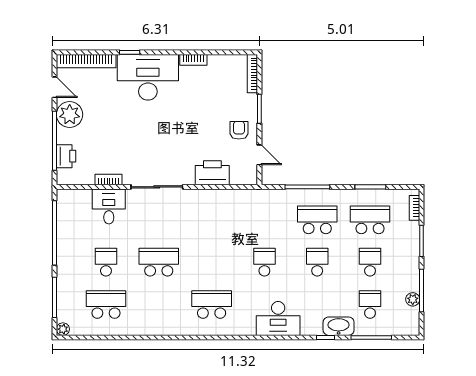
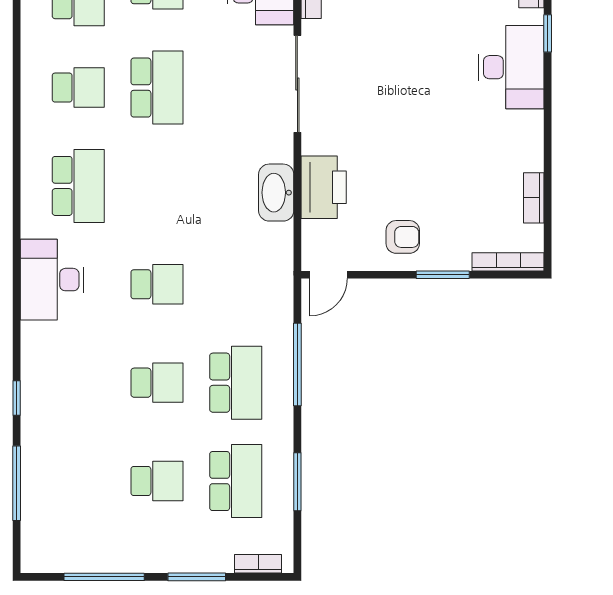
bookcase: (193, 60) -> (534, 198), moved
desk: (148, 77) -> (511, 67), width x0.73, depth x0.77
door: (259, 155) -> (328, 275), moved
plant: (413, 299) -> (88, 561), removed
school desk: (370, 304) -> (78, 88), moved
desk: (278, 318) -> (52, 280), moved
washbasin: (339, 326) -> (276, 193), moved, turned 180

